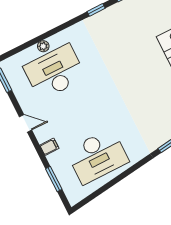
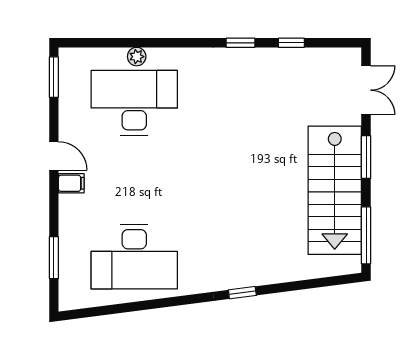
filing cabinet: (49, 147) -> (71, 183), moved

